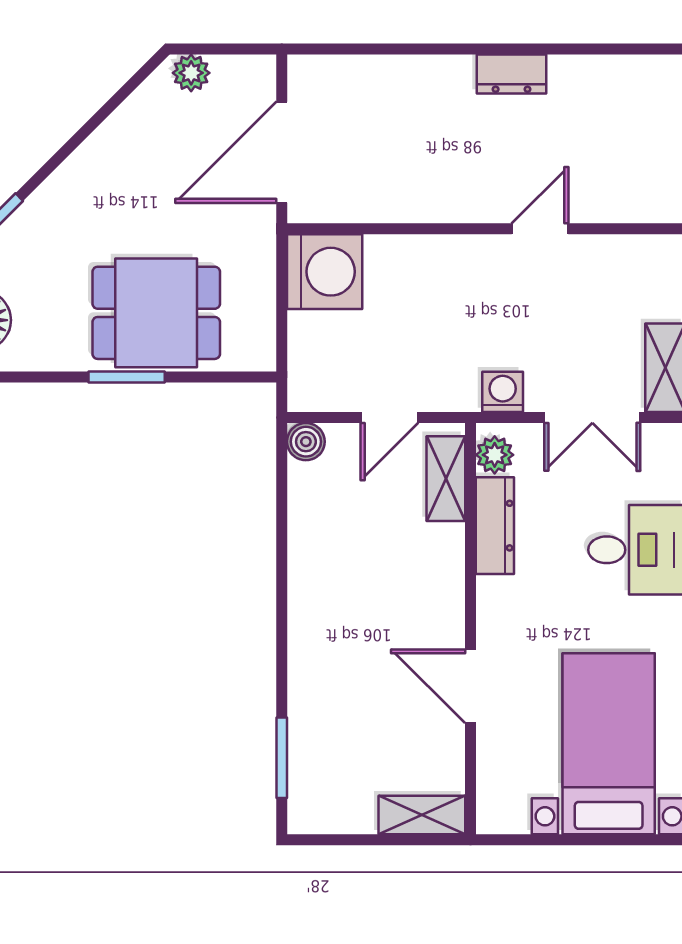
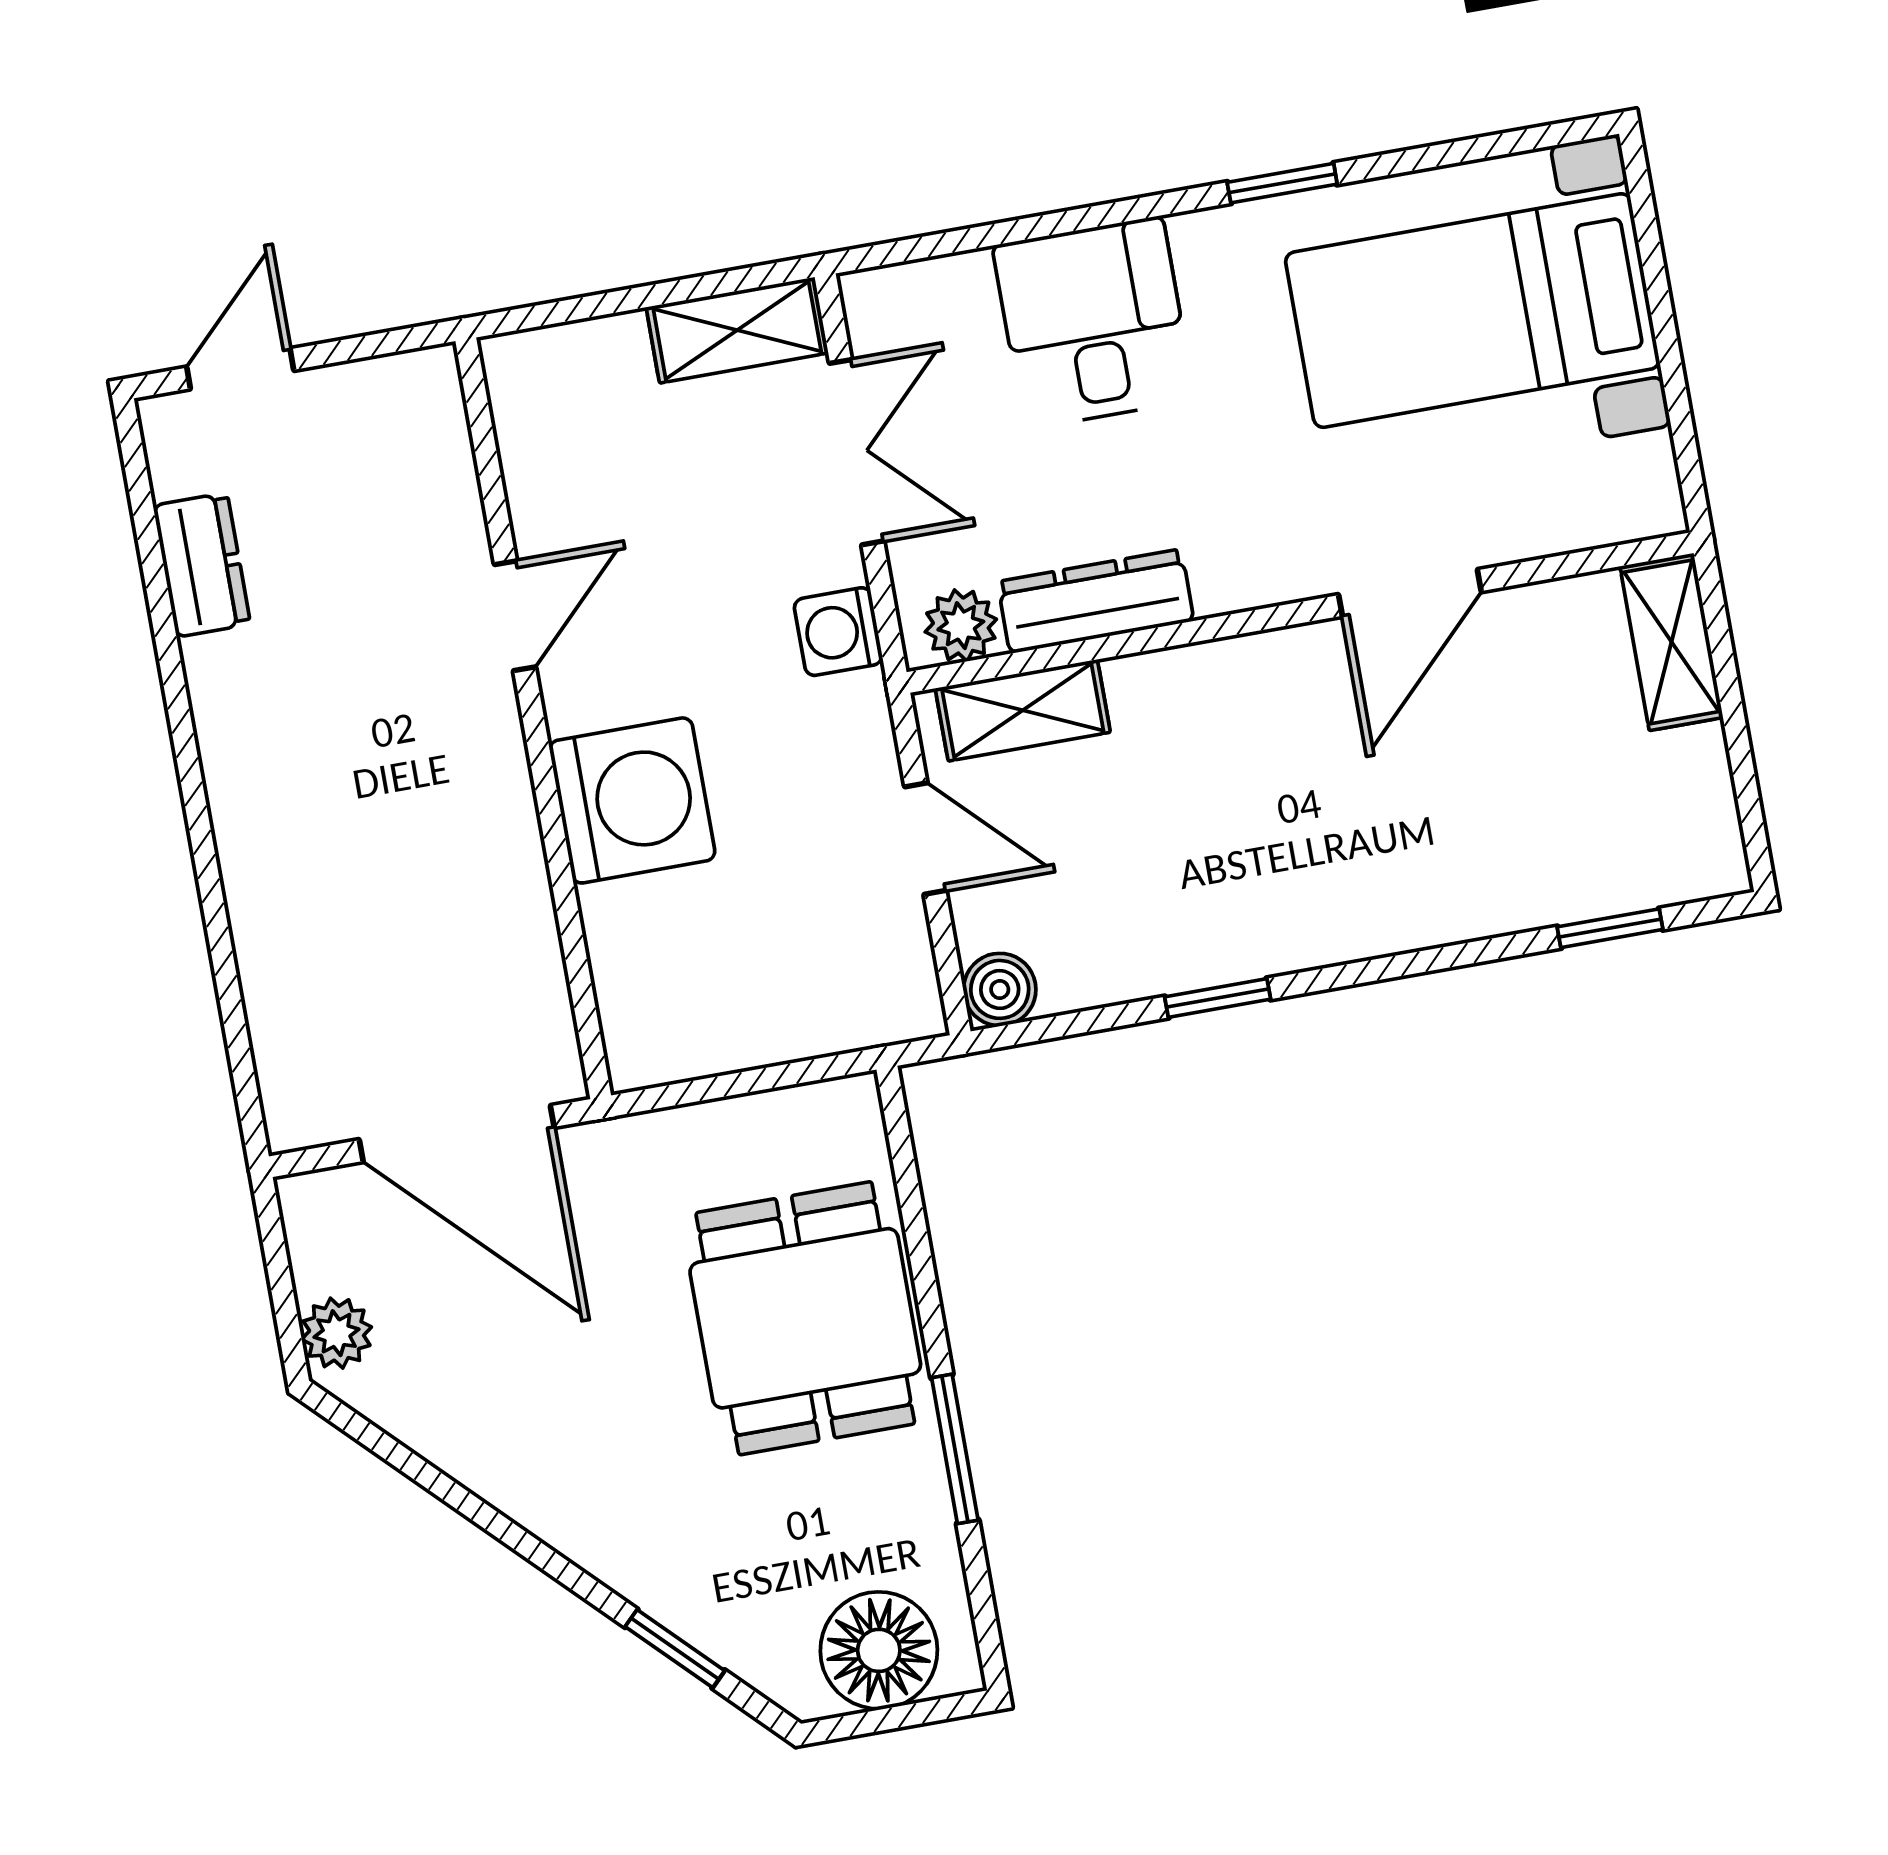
dresser: (512, 74) -> (202, 565), moved
door: (540, 229) -> (515, 616), swing flipped
washing machine: (325, 272) -> (632, 800), moved, turned 90
window: (127, 377) -> (955, 1449), moved
window: (282, 552) -> (1218, 998), added
window: (282, 758) -> (1610, 928), width x0.67

